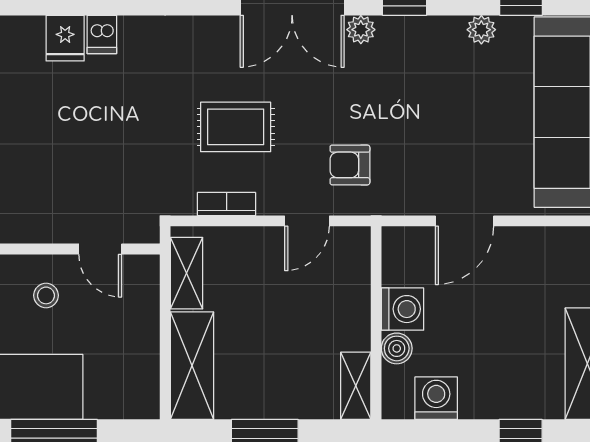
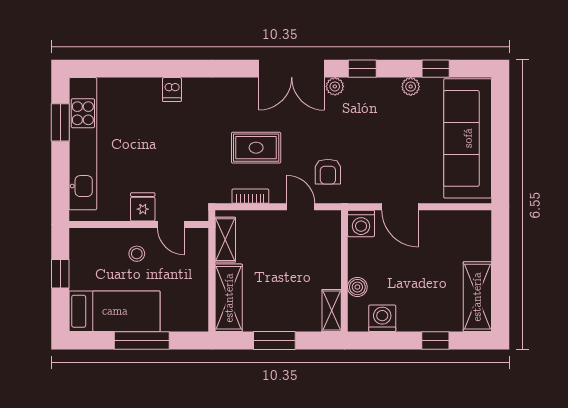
fridge: (65, 38) -> (143, 207), moved, turned 180
armchair: (350, 165) -> (328, 172), turned -90
door: (307, 221) -> (301, 207), swing flipped
door: (464, 221) -> (400, 207), hinge flipped
washing machine: (402, 309) -> (361, 223), moved, turned 90

